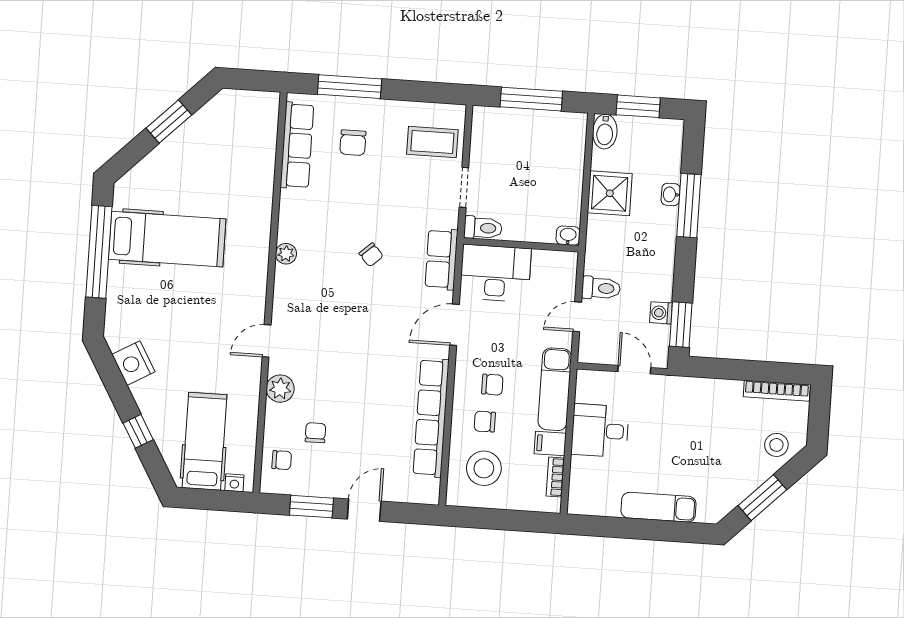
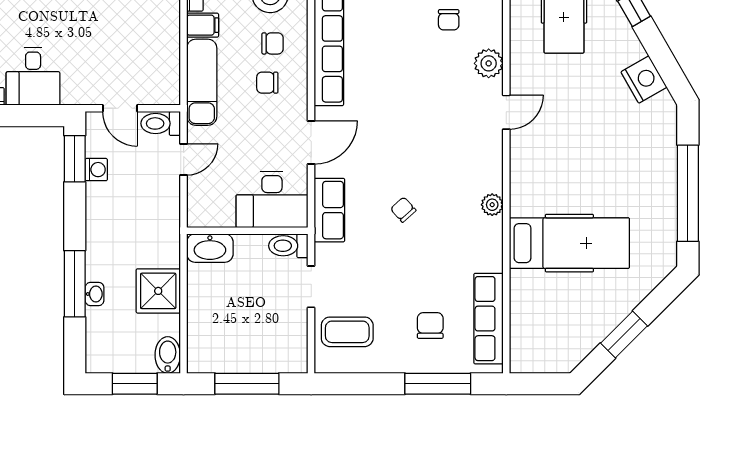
washbasin: (568, 236) -> (210, 248), width x1.91, depth x1.45
hospital bed: (167, 239) -> (569, 243), moved, turned 180
toilet: (601, 288) -> (161, 123), moved
desk: (600, 431) -> (33, 76), moved, turned 90

